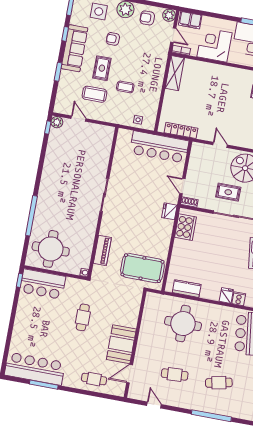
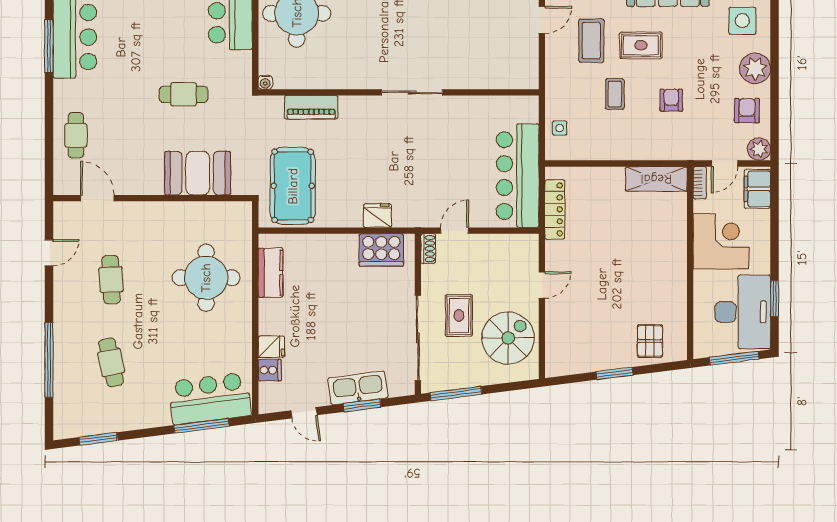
armchair: (113, 39) -> (671, 100), moved
fridge: (169, 211) -> (377, 216), moved
booth: (121, 344) -> (198, 173), moved

